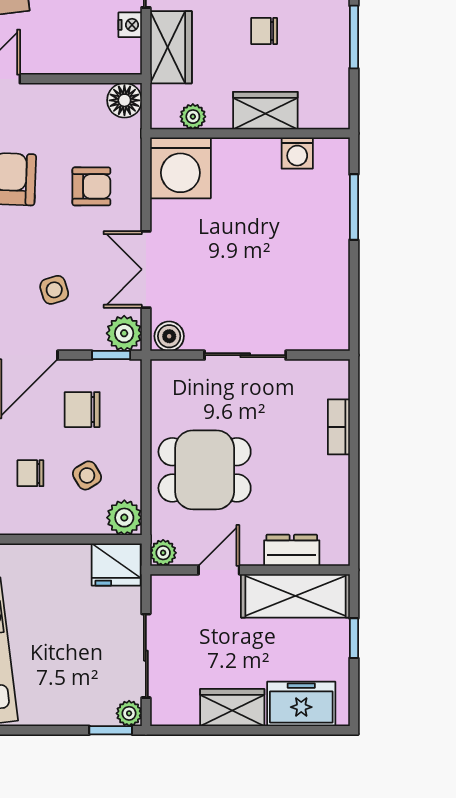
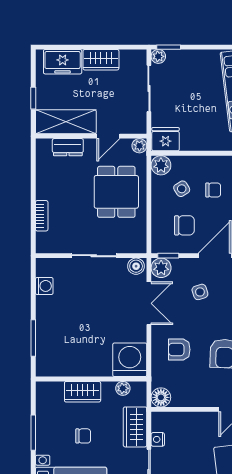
washing machine: (297, 153) -> (44, 286), moved, turned 90
dining table: (205, 470) -> (116, 192), turned 90

